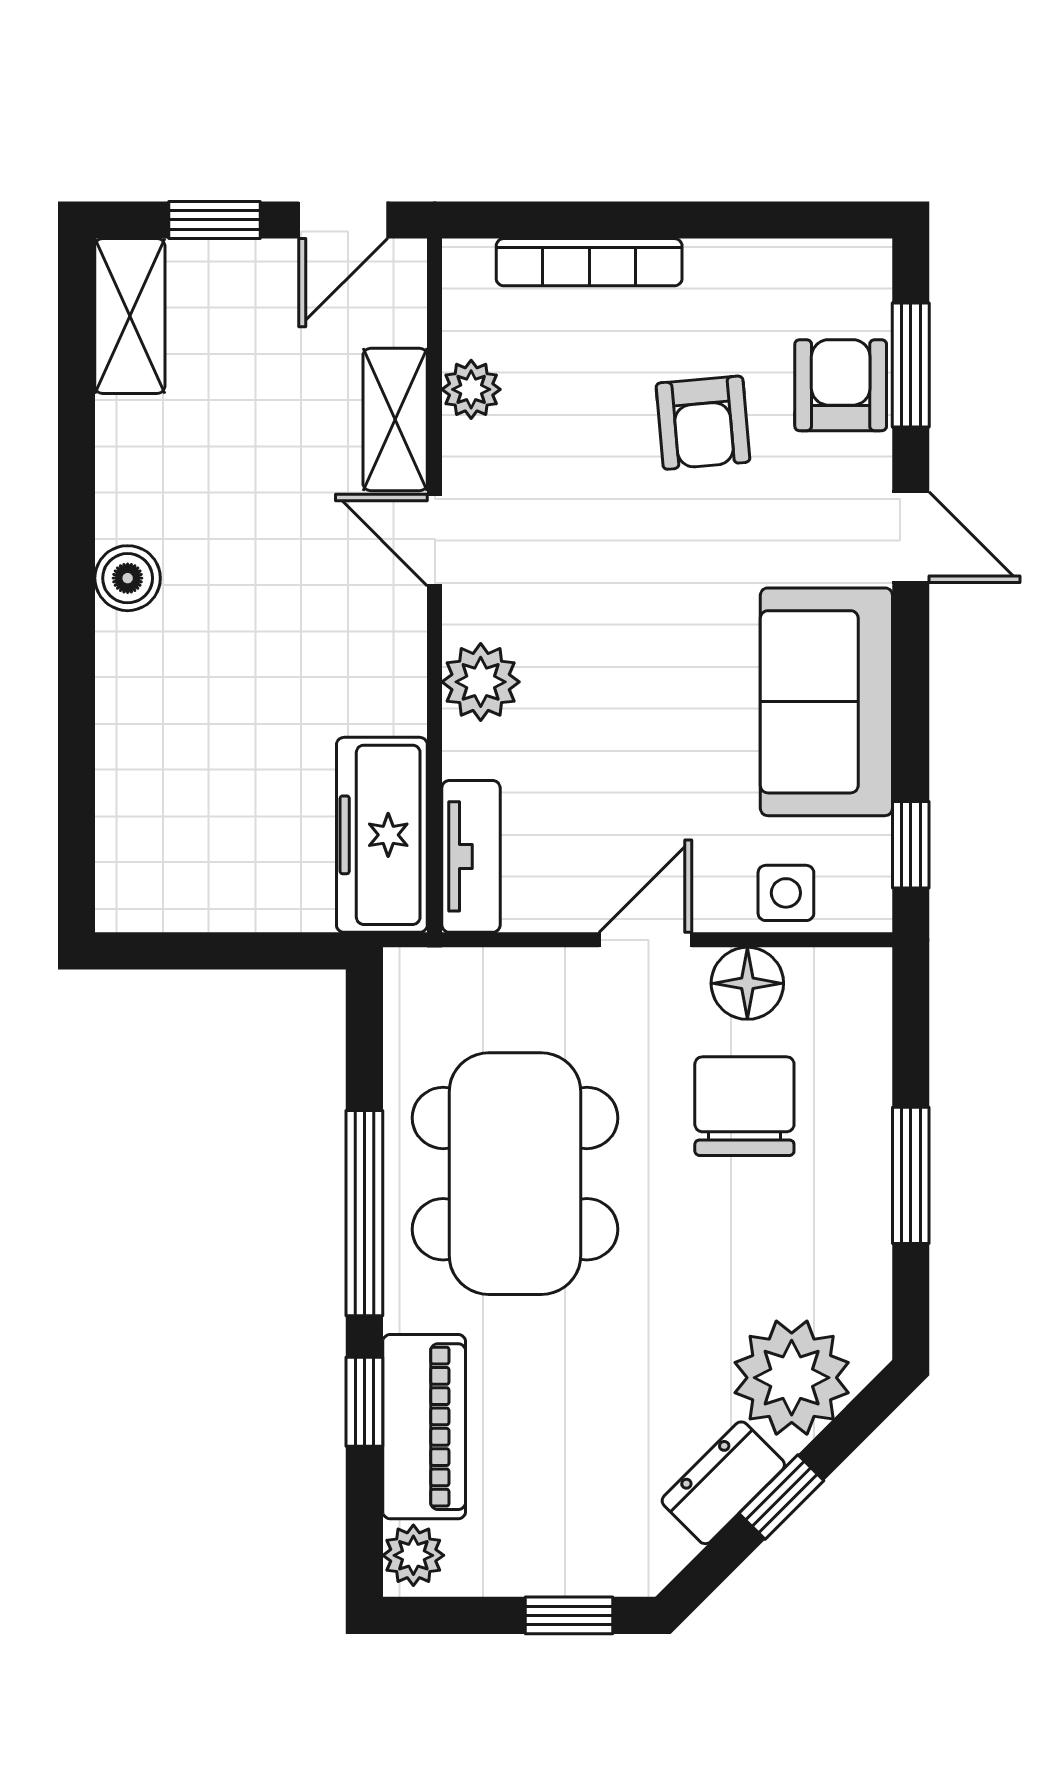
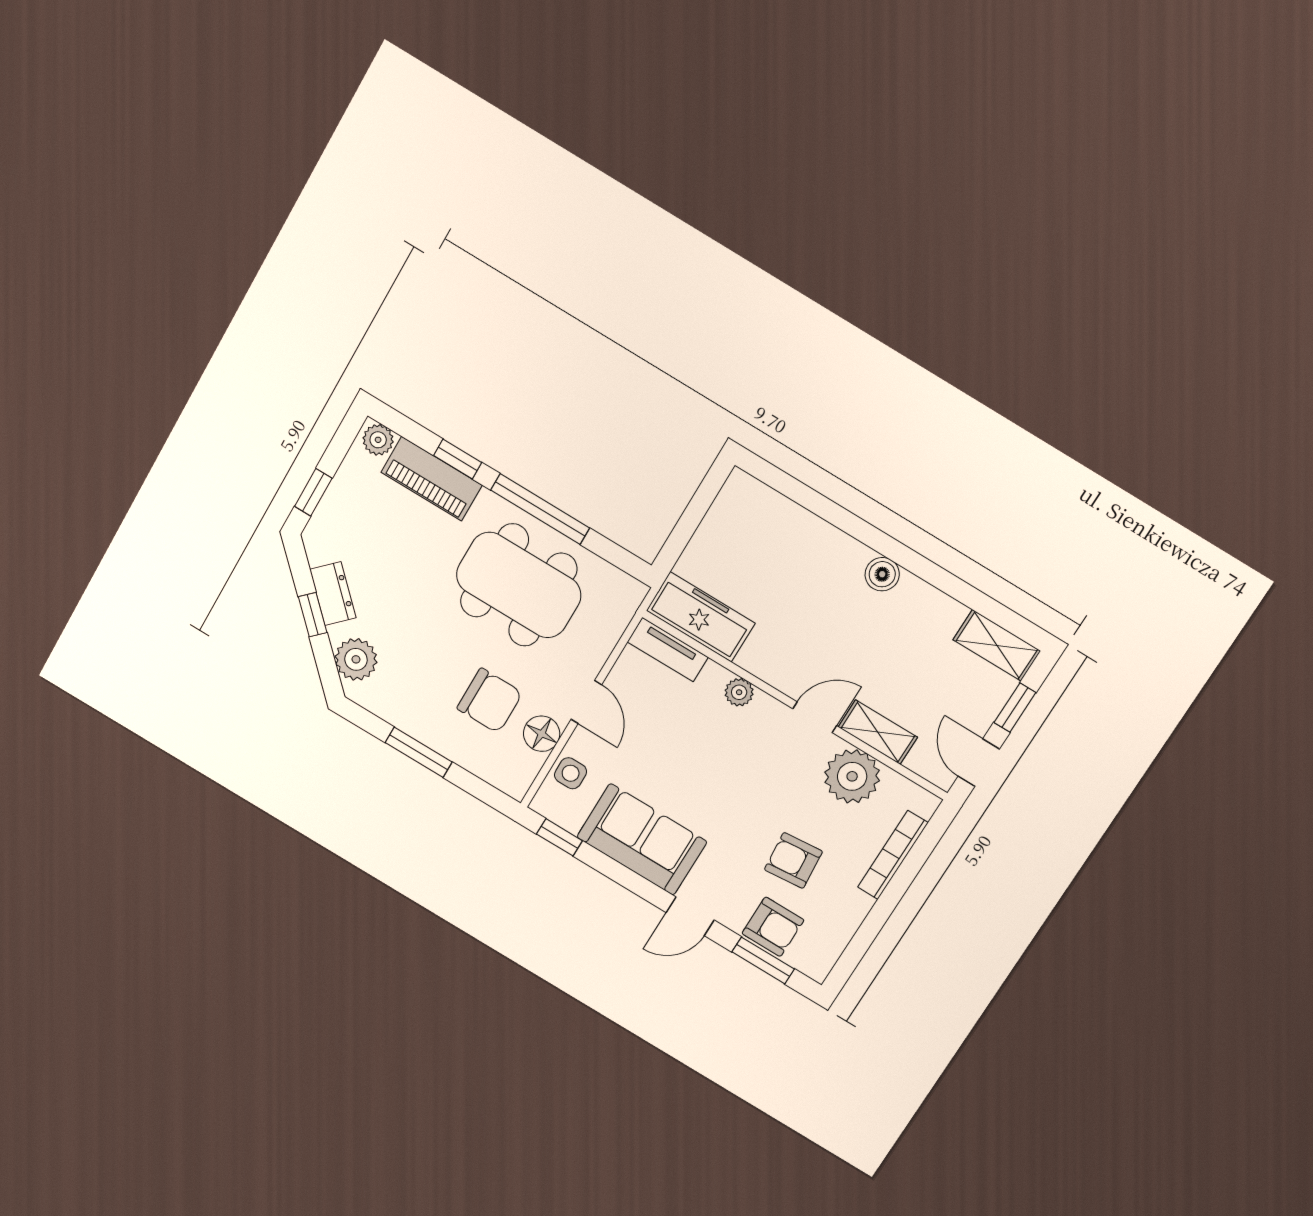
plant: (471, 389) -> (852, 776), width x1.88, depth x1.88
plant: (481, 682) -> (739, 692), width x0.73, depth x0.73
plant: (792, 1378) -> (356, 659), width x0.73, depth x0.73

